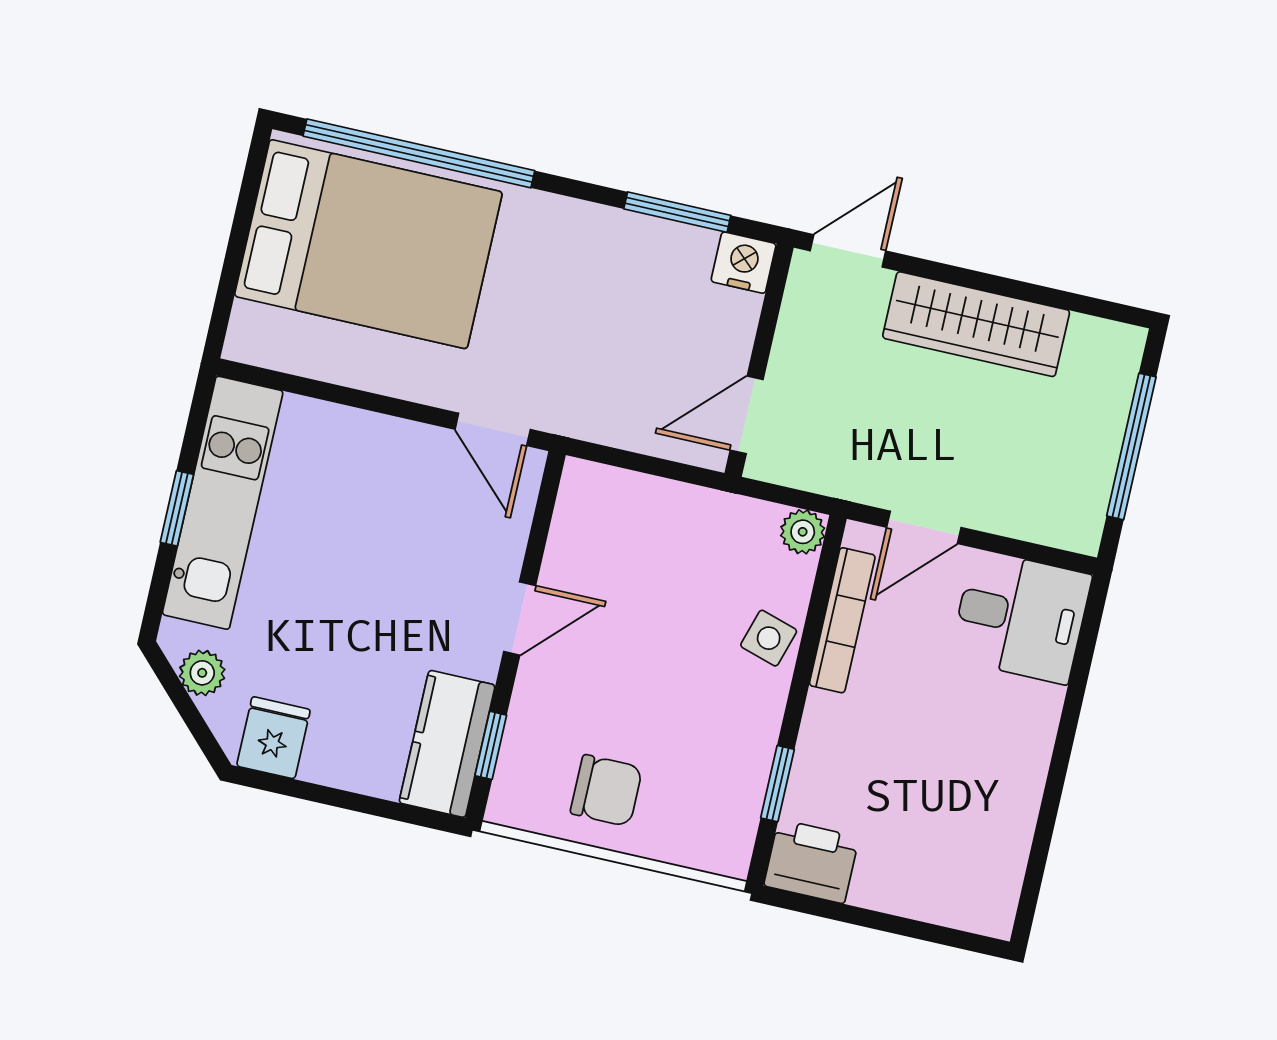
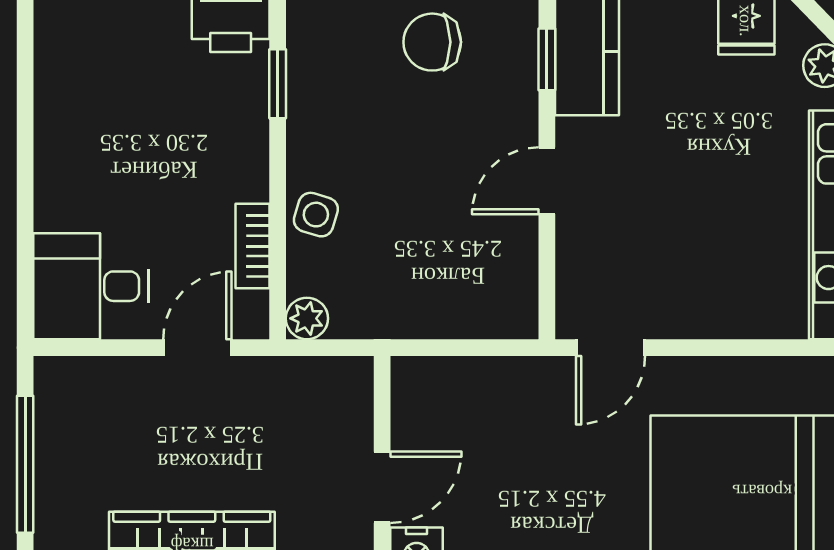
door: (747, 415) -> (382, 487), moved
door: (493, 429) -> (610, 348), swing flipped
bookcase: (842, 620) -> (253, 246), width x0.64

